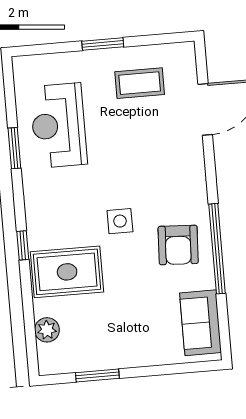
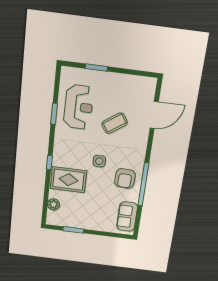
window: (103, 44) -> (96, 68), moved
coffee table: (140, 83) -> (115, 123), moved, turned -34
reception desk: (58, 126) -> (78, 107), turned 180

